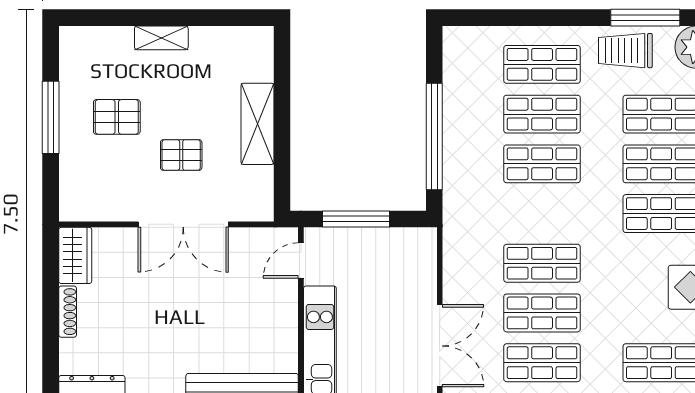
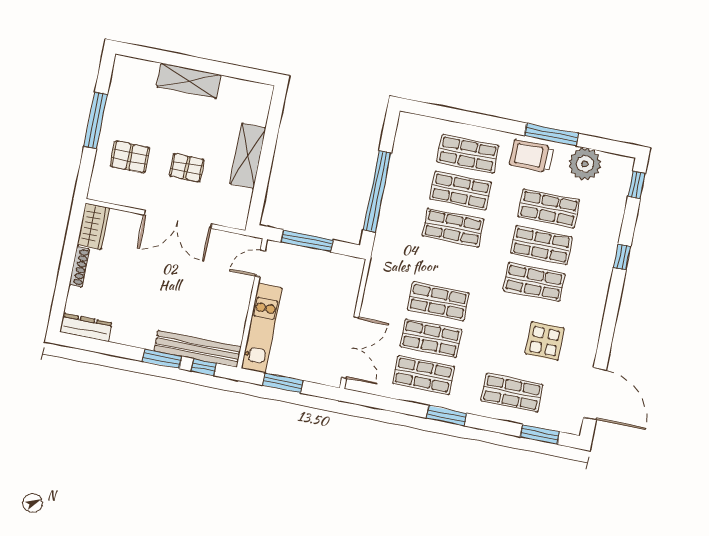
shelving: (161, 38) -> (189, 81), width x1.50, depth x1.33
pallet: (117, 117) -> (130, 157), moved

